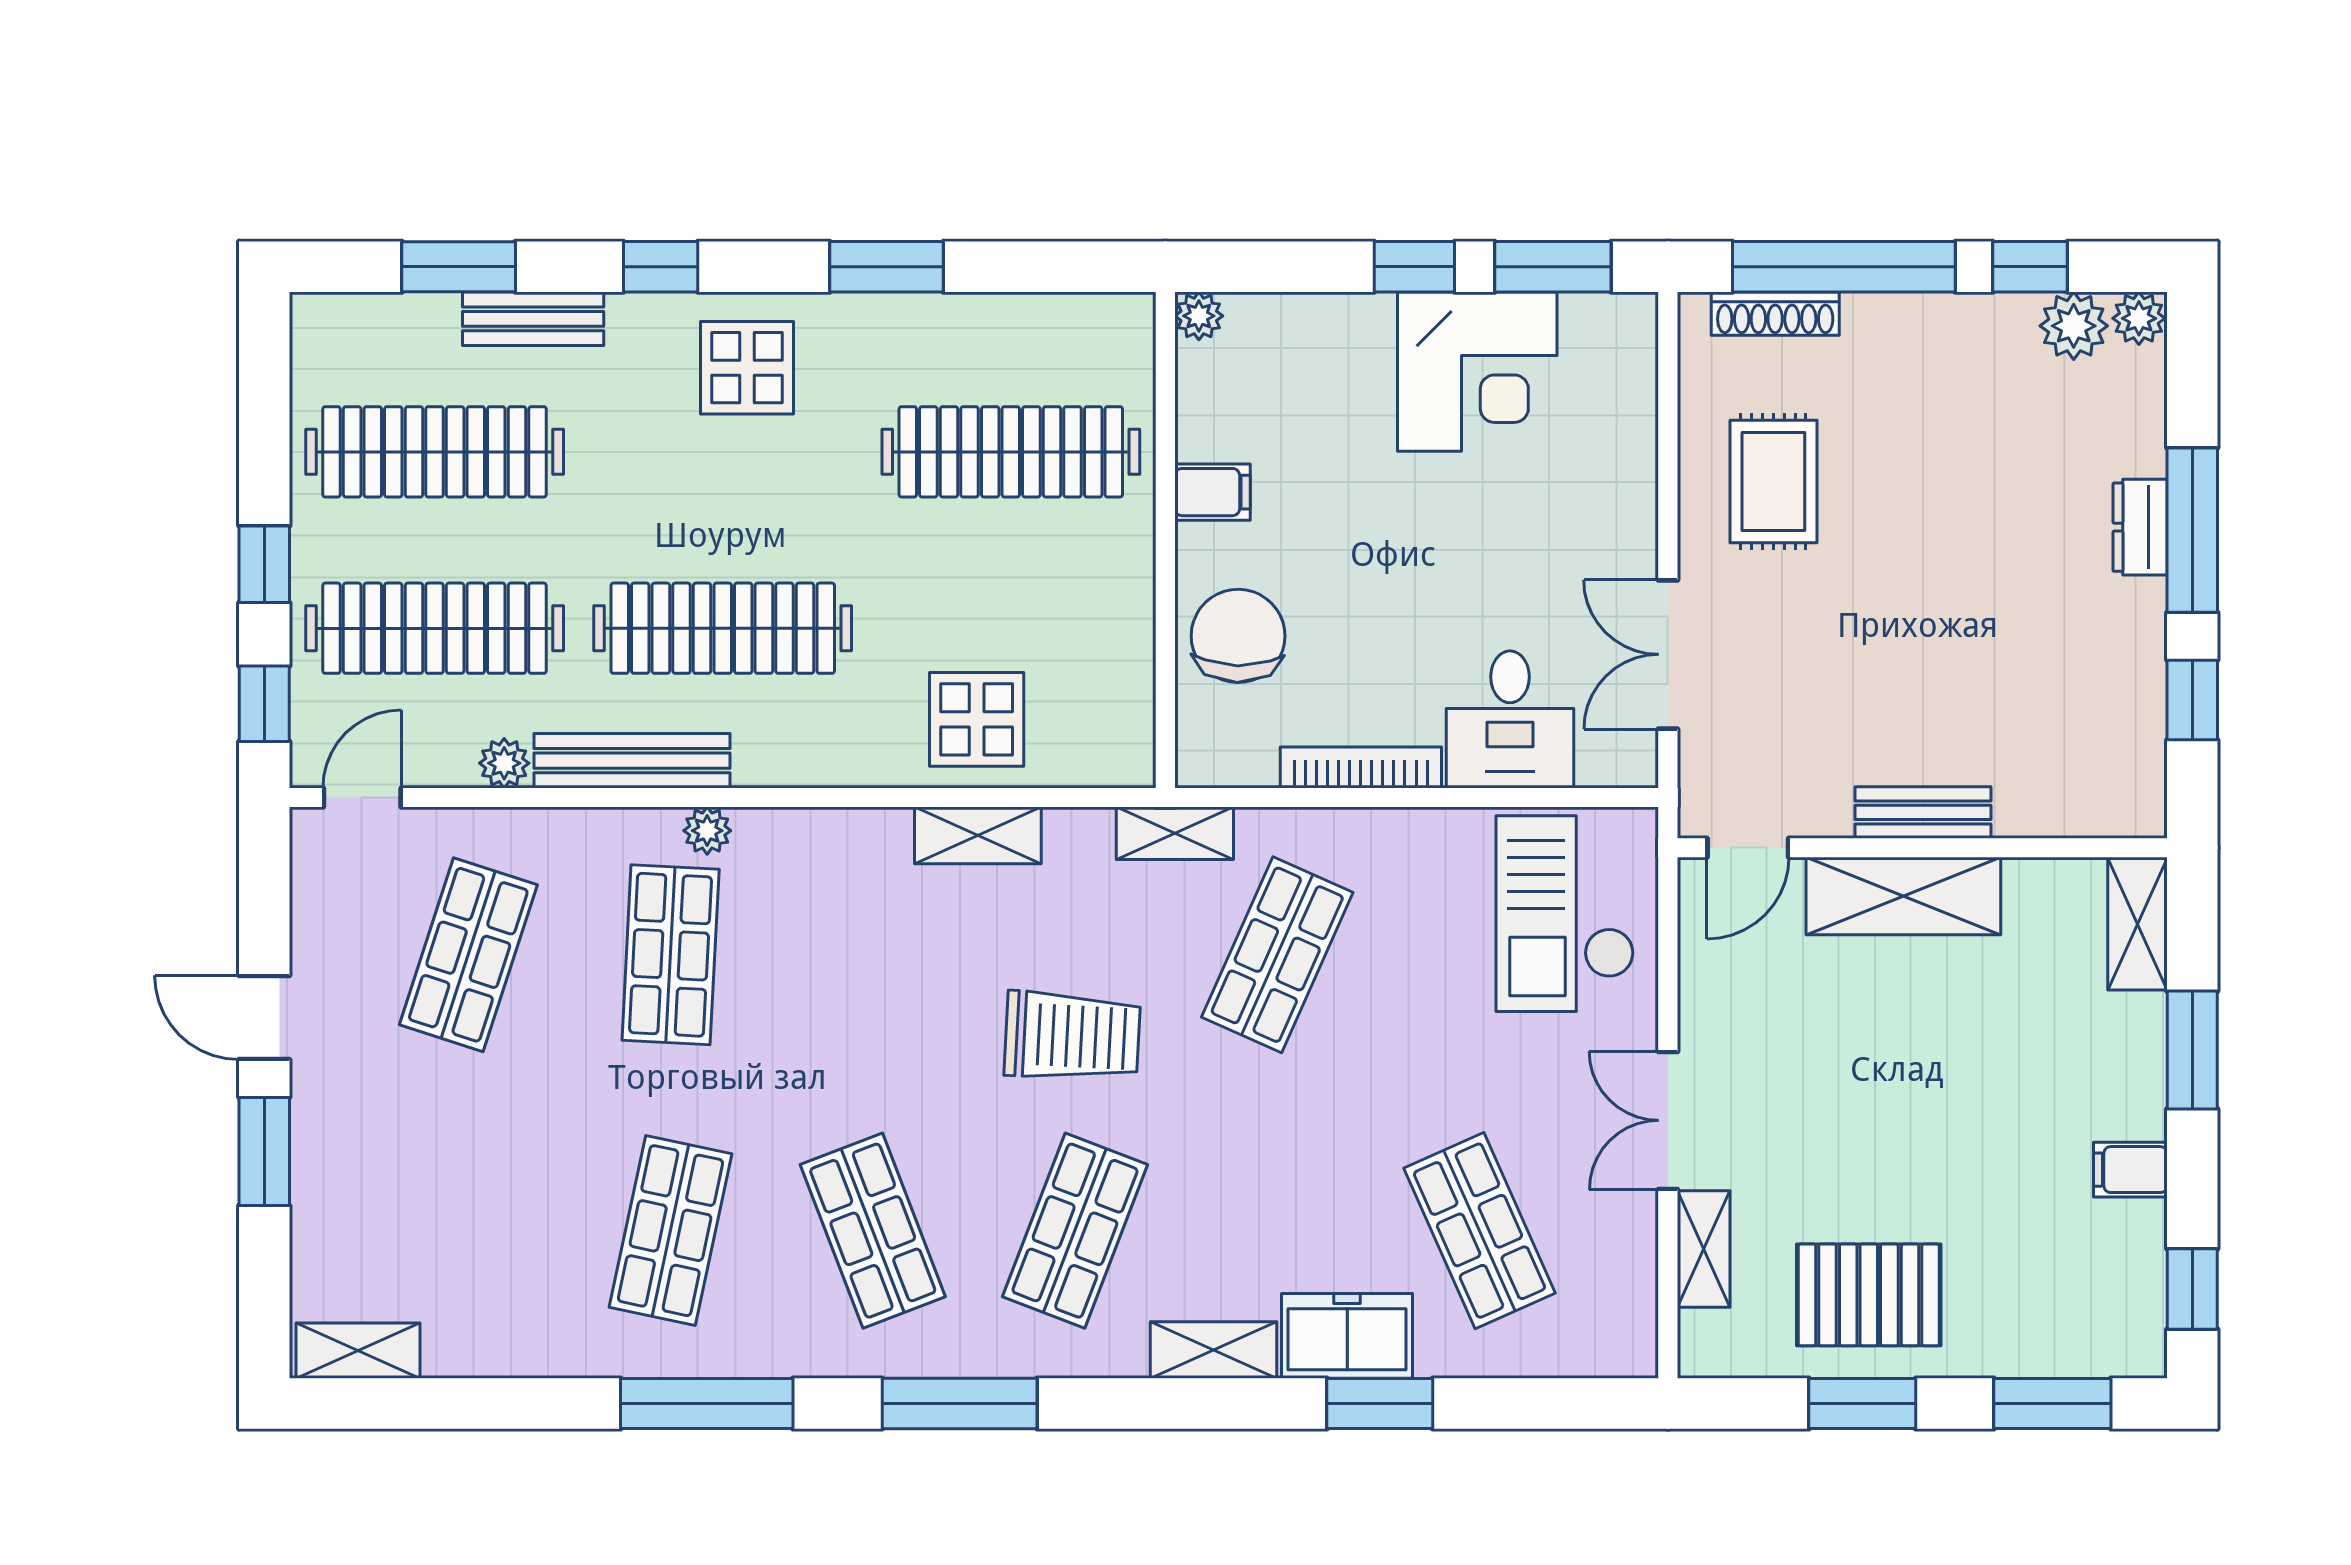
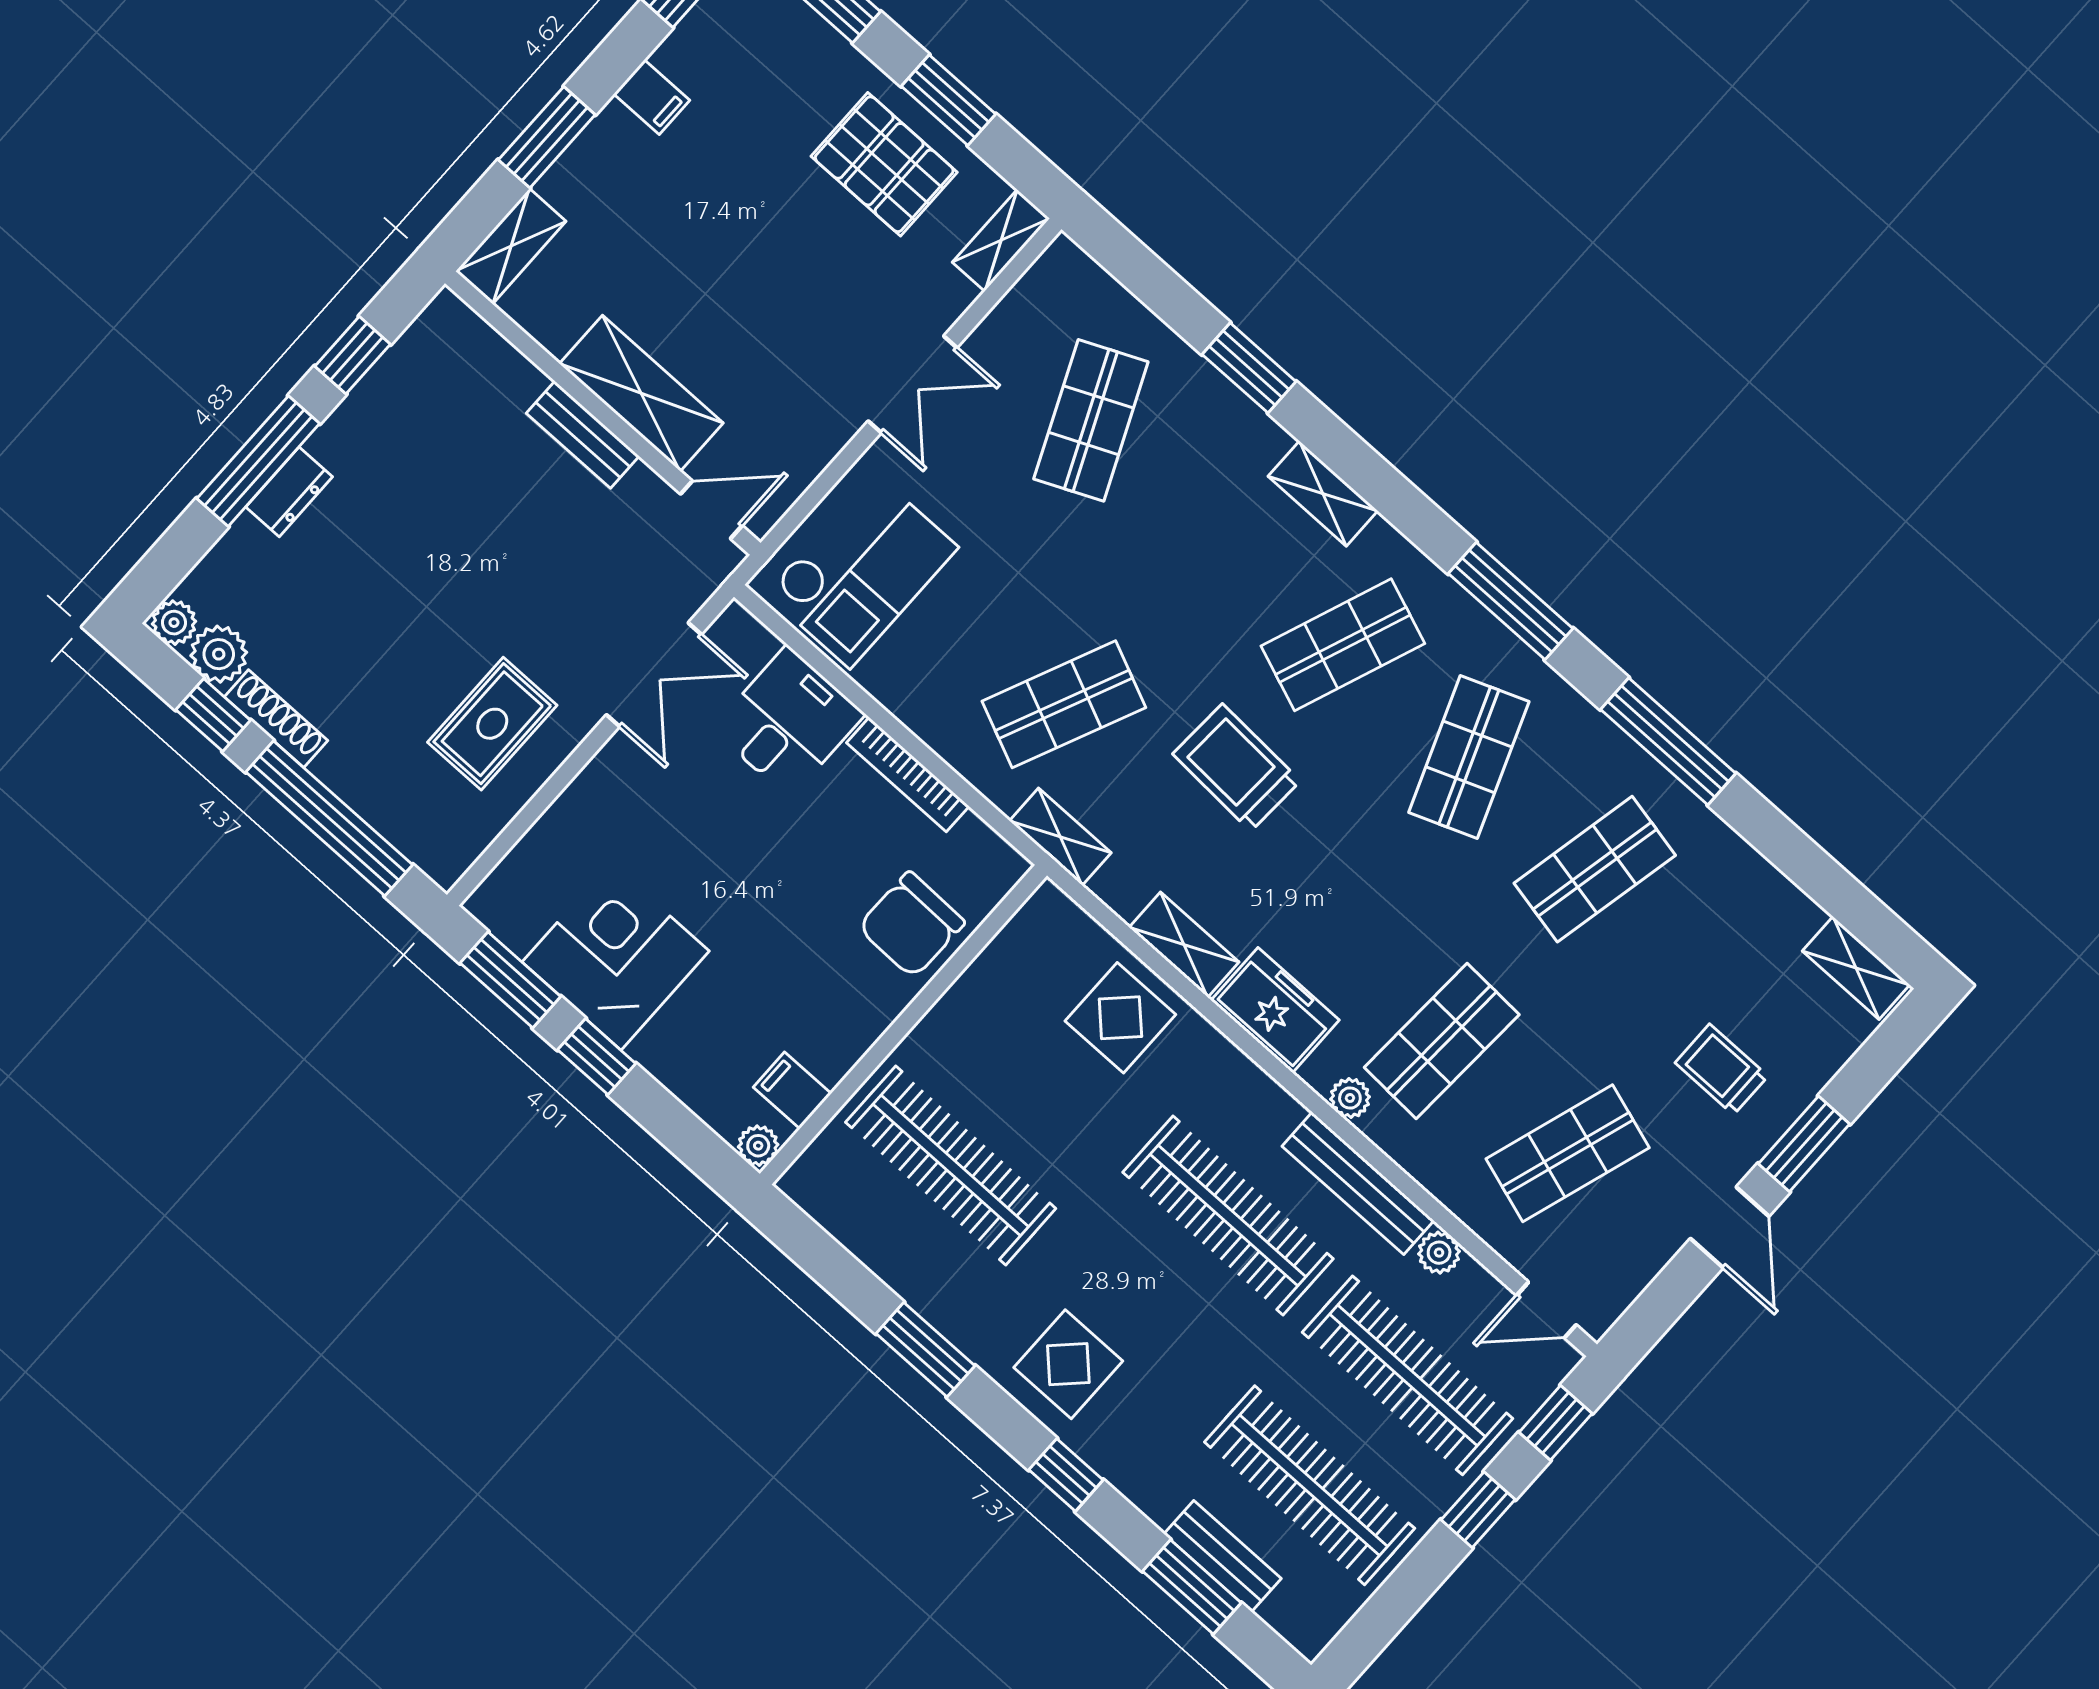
shoe rack: (1775, 314) -> (276, 719), moved
bench: (533, 319) -> (1222, 1556), moved
filing cabinet: (1212, 492) -> (792, 1090), moved
trolley: (397, 1152) -> (1722, 1069), added
shelving: (1704, 1249) -> (1001, 240), moved
freezer: (1347, 1336) -> (1275, 1010), moved, turned 180

